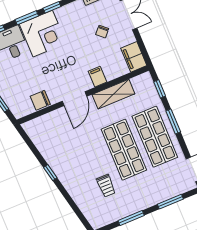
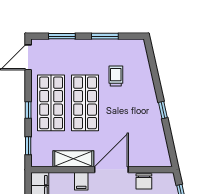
door: (74, 99) -> (111, 170), width x1.36
chair: (40, 100) -> (144, 181), turned 90
window: (173, 121) -> (28, 110), width x0.67

